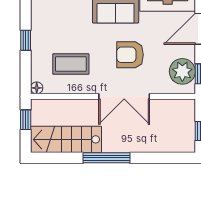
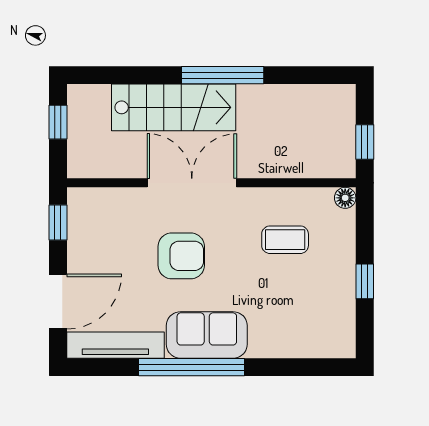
coffee table: (71, 64) -> (285, 240), width x0.73, depth x0.77
plant: (182, 71) -> (89, 227), removed
stairs: (66, 139) -> (174, 107), moved

